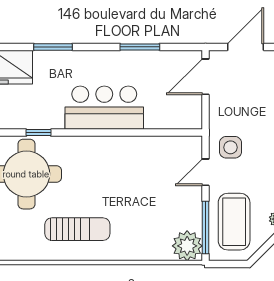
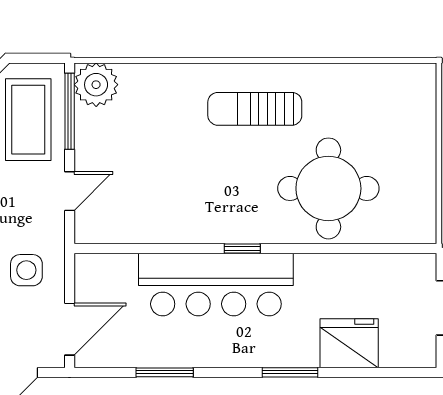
bar counter: (104, 108) -> (216, 284), width x1.36
window: (39, 133) -> (242, 249), moved
side table: (231, 147) -> (26, 270), moved

